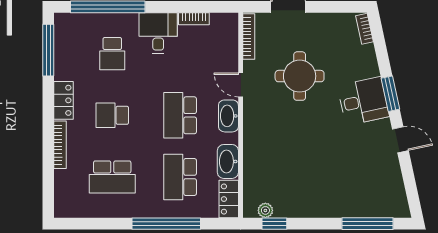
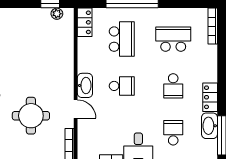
school desk: (112, 115) -> (173, 86), turned 90
school desk: (180, 115) -> (122, 86), width x0.54
bookcase: (60, 145) -> (213, 26), moved
washbasin: (228, 161) -> (210, 126), moved, turned 180

